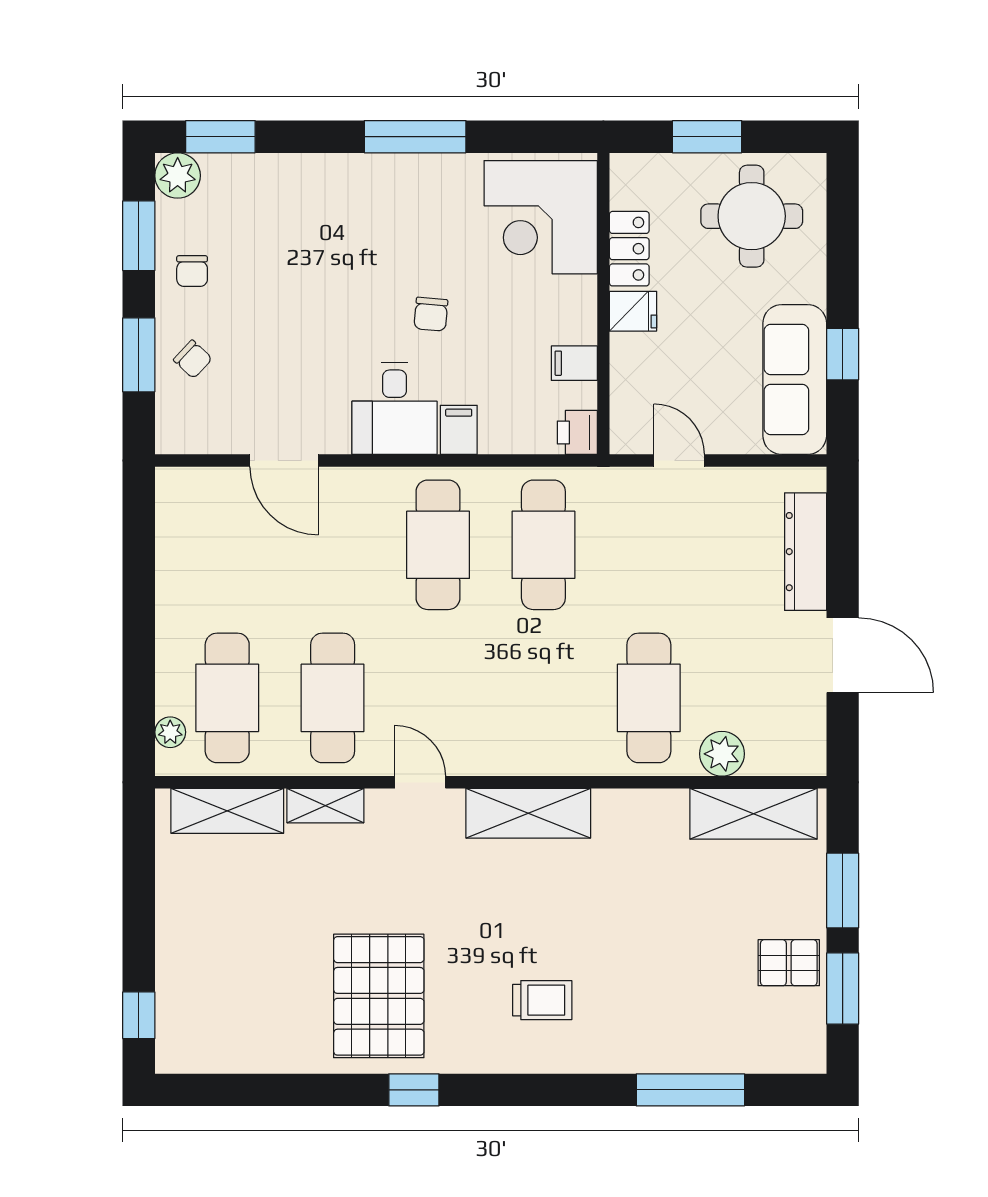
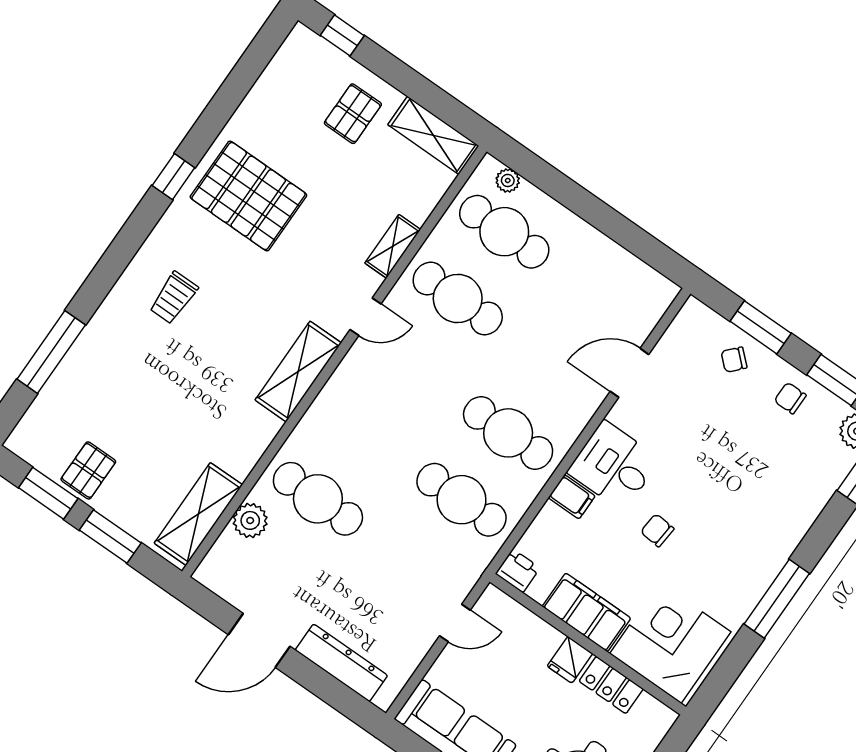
filing cabinet: (574, 363) -> (586, 612), width x3.00, depth x1.17
shelving: (227, 811) -> (433, 135), moved, turned 90
pallet: (214, 946) -> (353, 114), added

